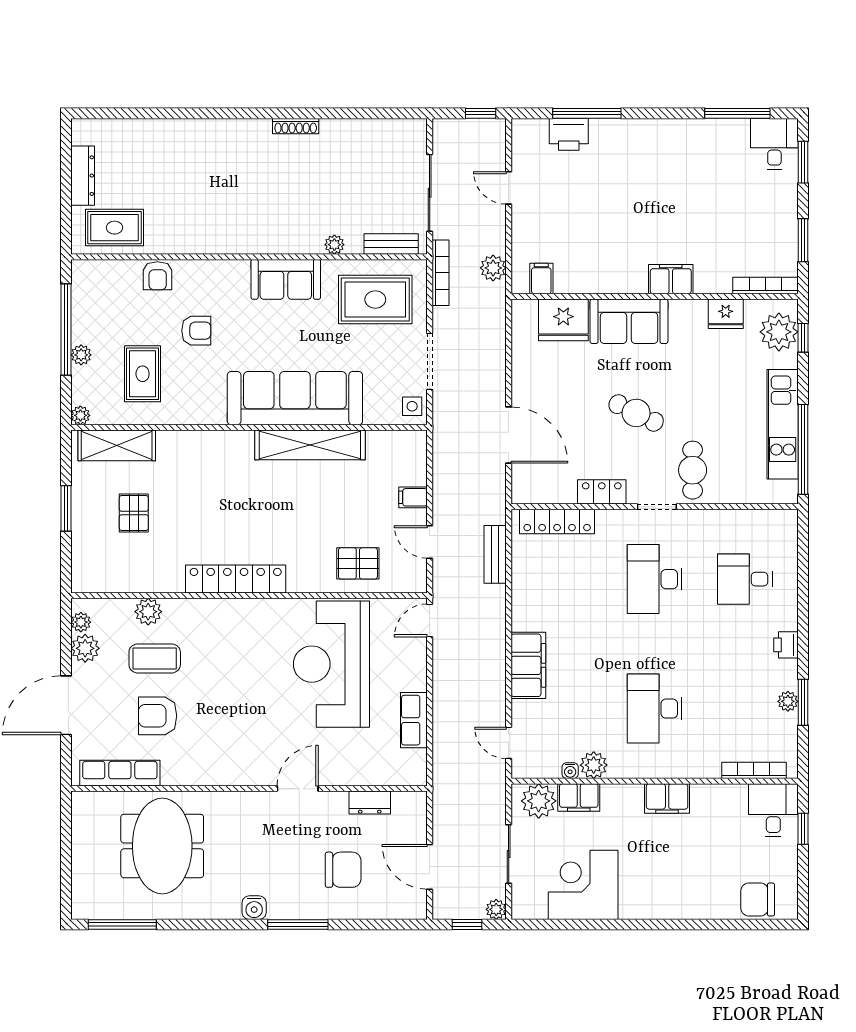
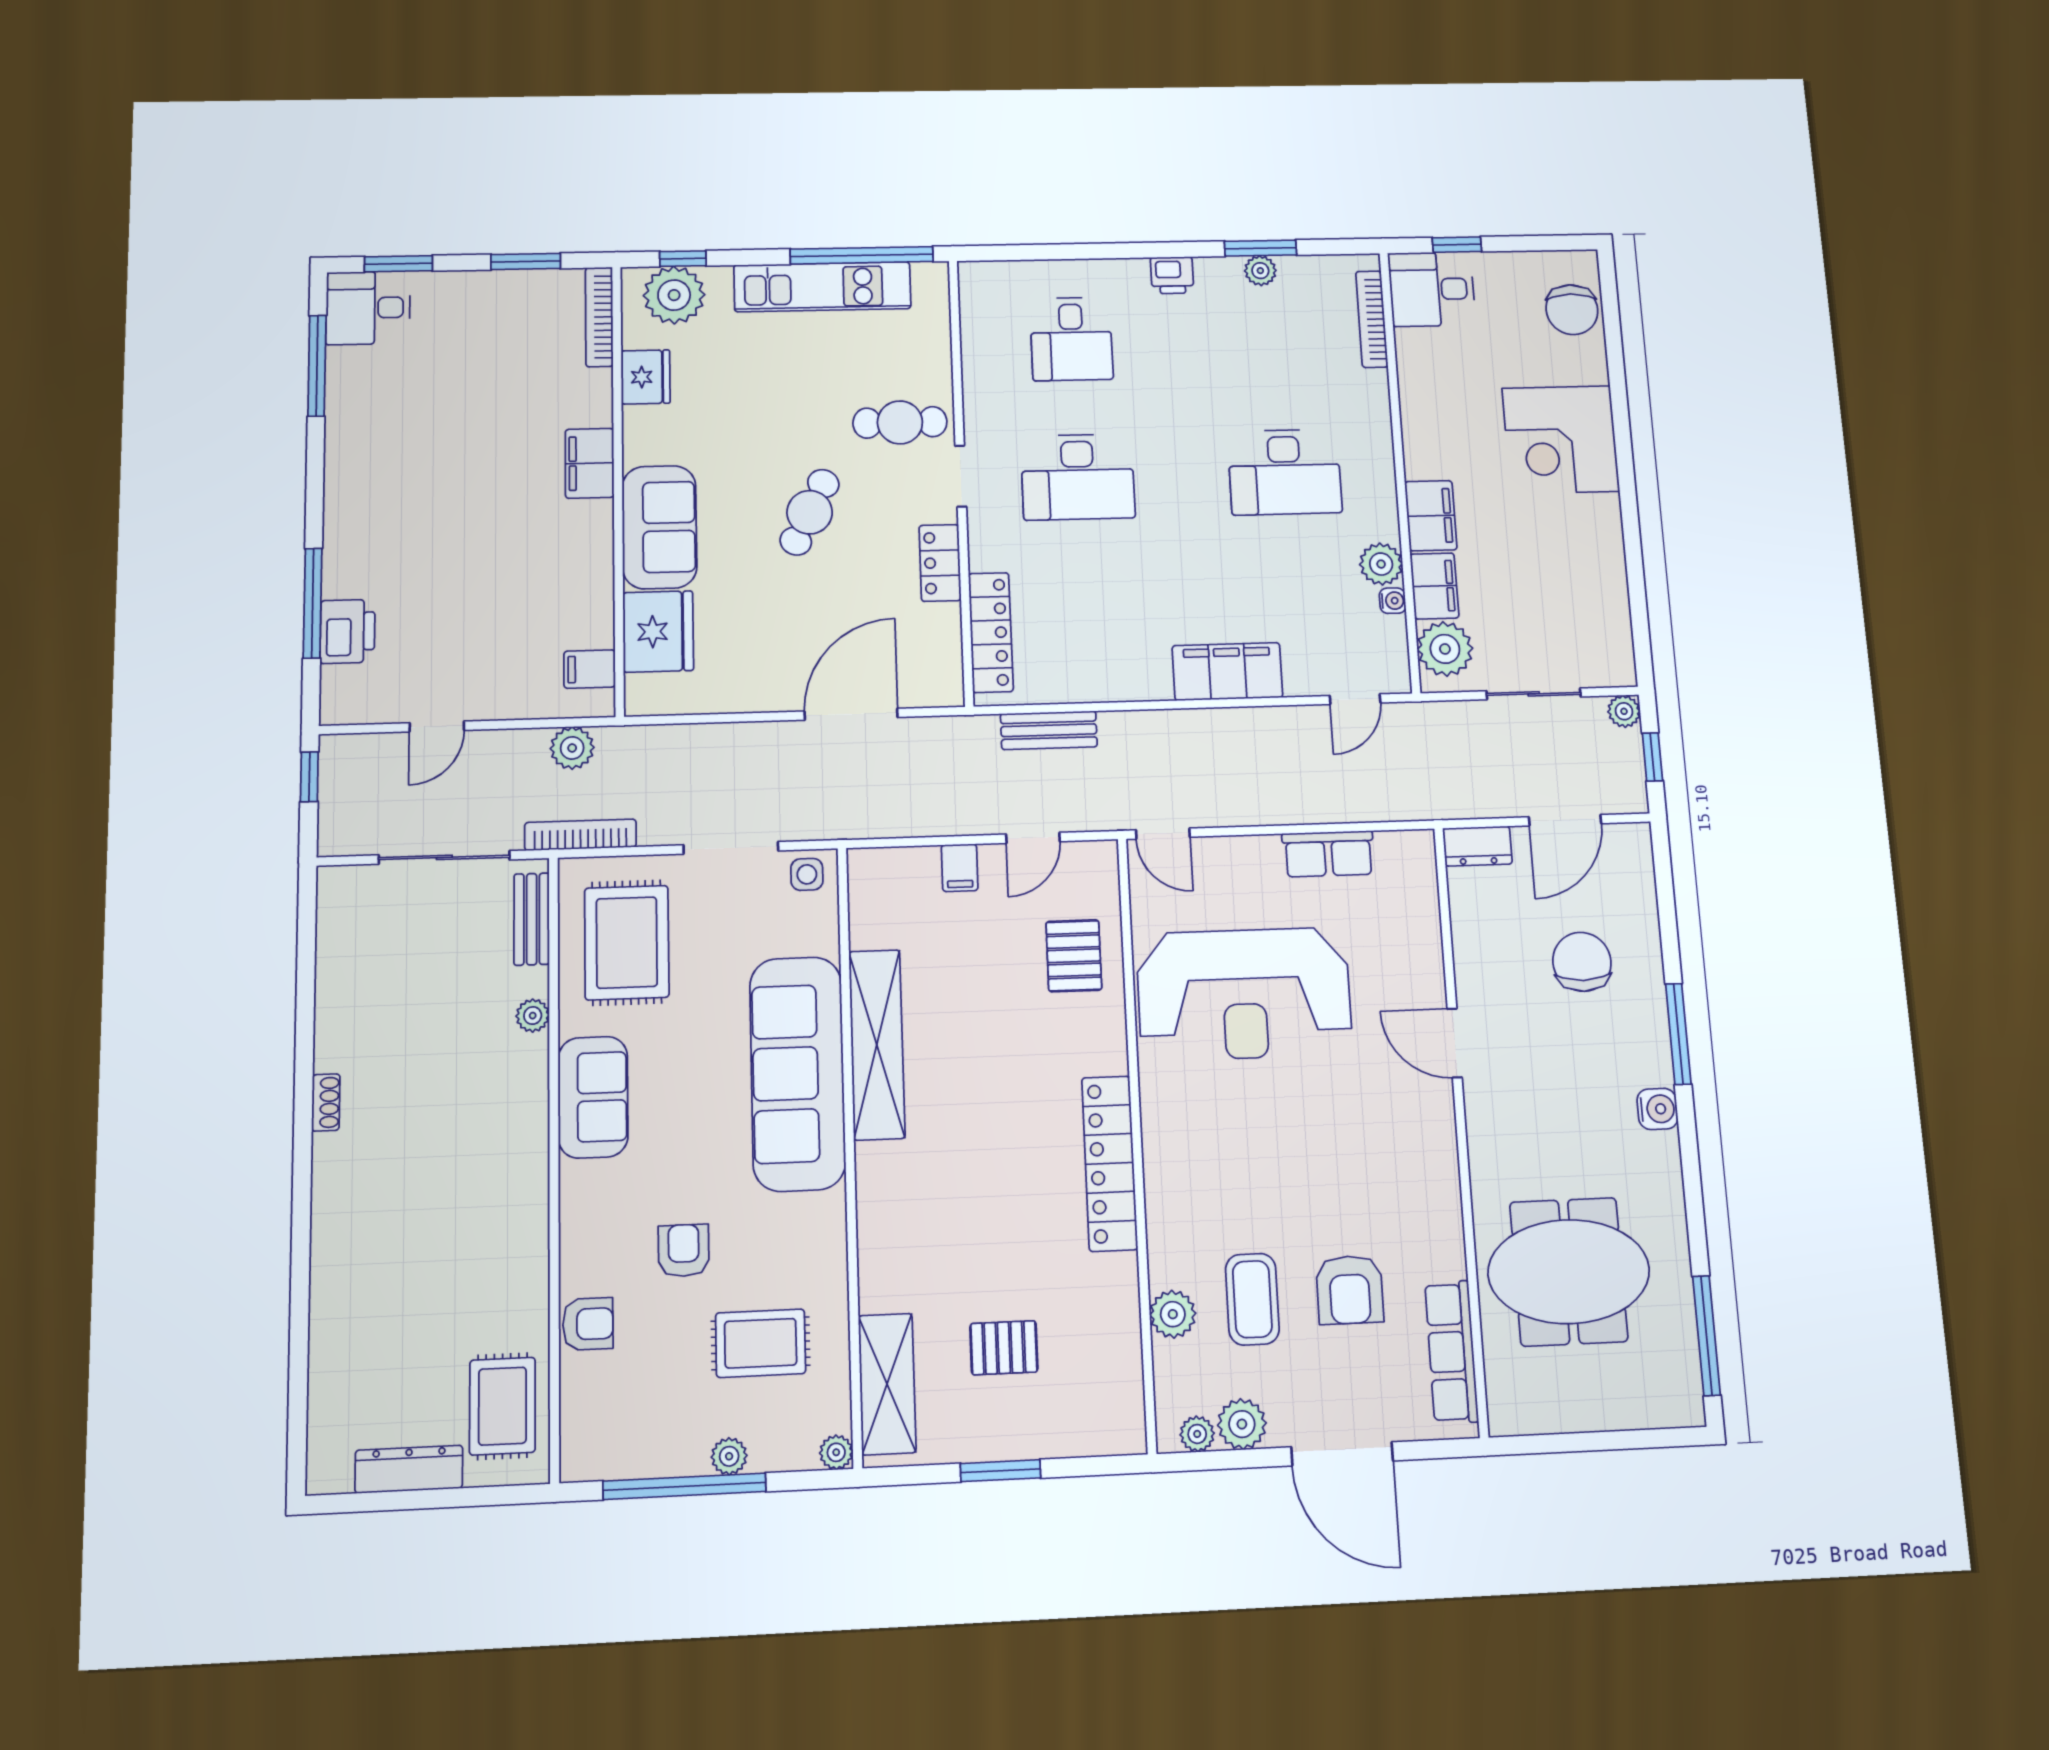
shoe rack: (296, 126) -> (326, 1103), width x0.70
filing cabinet: (667, 799) -> (1431, 516), moved
dresser: (370, 803) -> (1477, 846), moved, turned 90
corner desk: (583, 885) -> (1561, 440), moved

